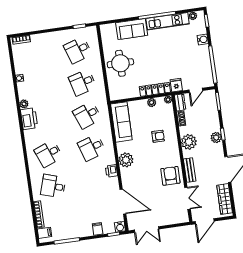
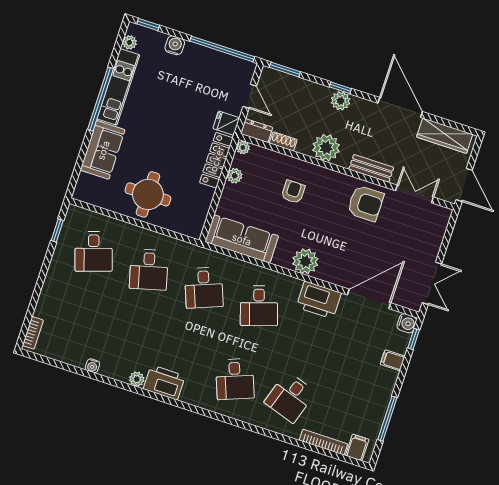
printer: (112, 171) -> (319, 300), width x1.87, depth x1.48
armchair: (170, 176) -> (365, 203), turned 180

